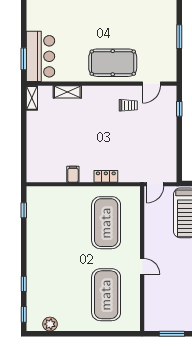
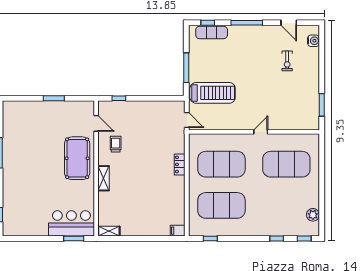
shelving: (67, 92) -> (103, 178), moved
filing cabinet: (73, 174) -> (178, 231), moved
exercise mat: (60, 223) -> (221, 205), added

